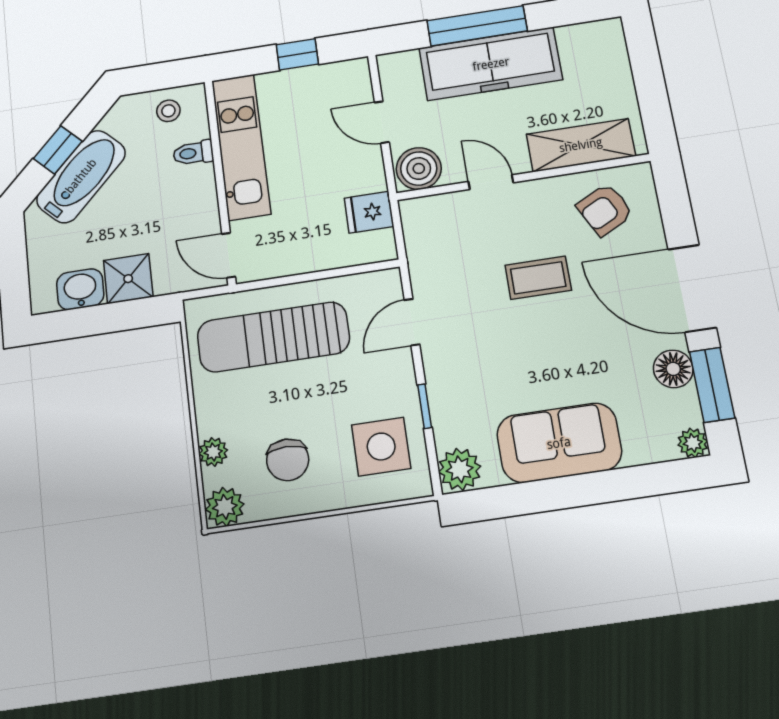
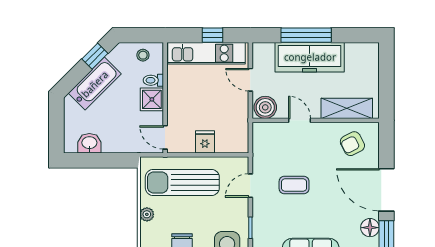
kitchen unit: (241, 147) -> (206, 53), moved, turned 90
window: (58, 150) -> (95, 56), moved
fridge: (369, 212) -> (205, 142), moved, turned 90
coffee table: (538, 278) -> (294, 185), moved
shower: (128, 279) -> (152, 99), moved
plant: (213, 452) -> (147, 214), moved

